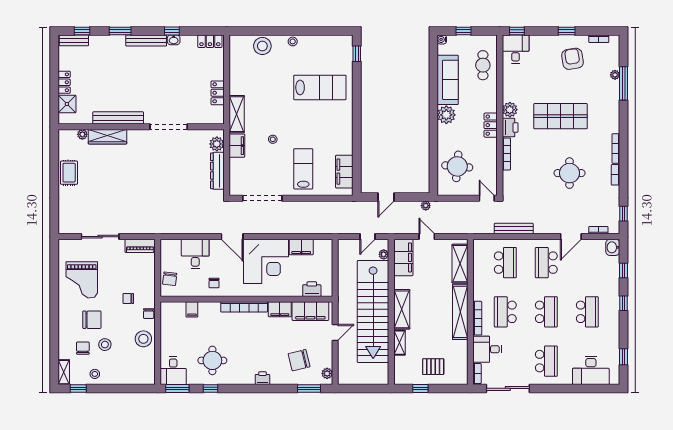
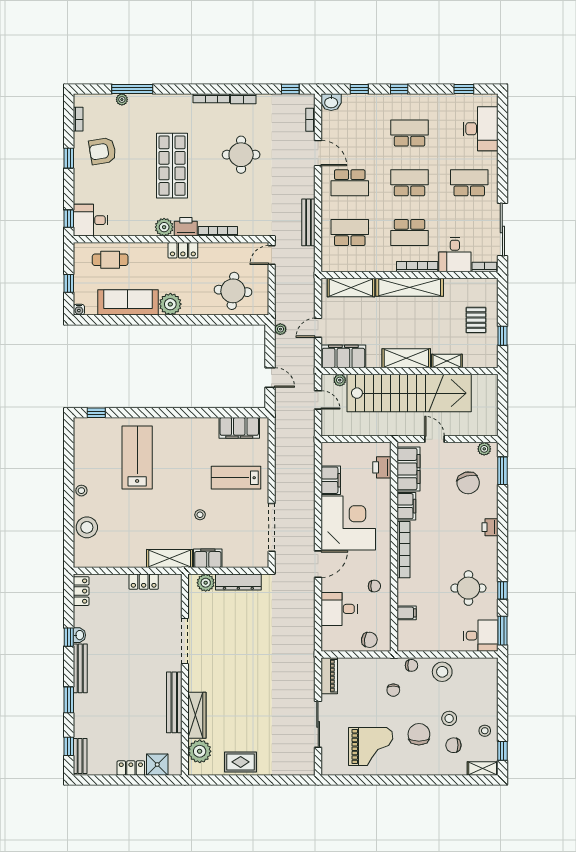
plant: (82, 134) -> (200, 751), width x1.88, depth x1.88

